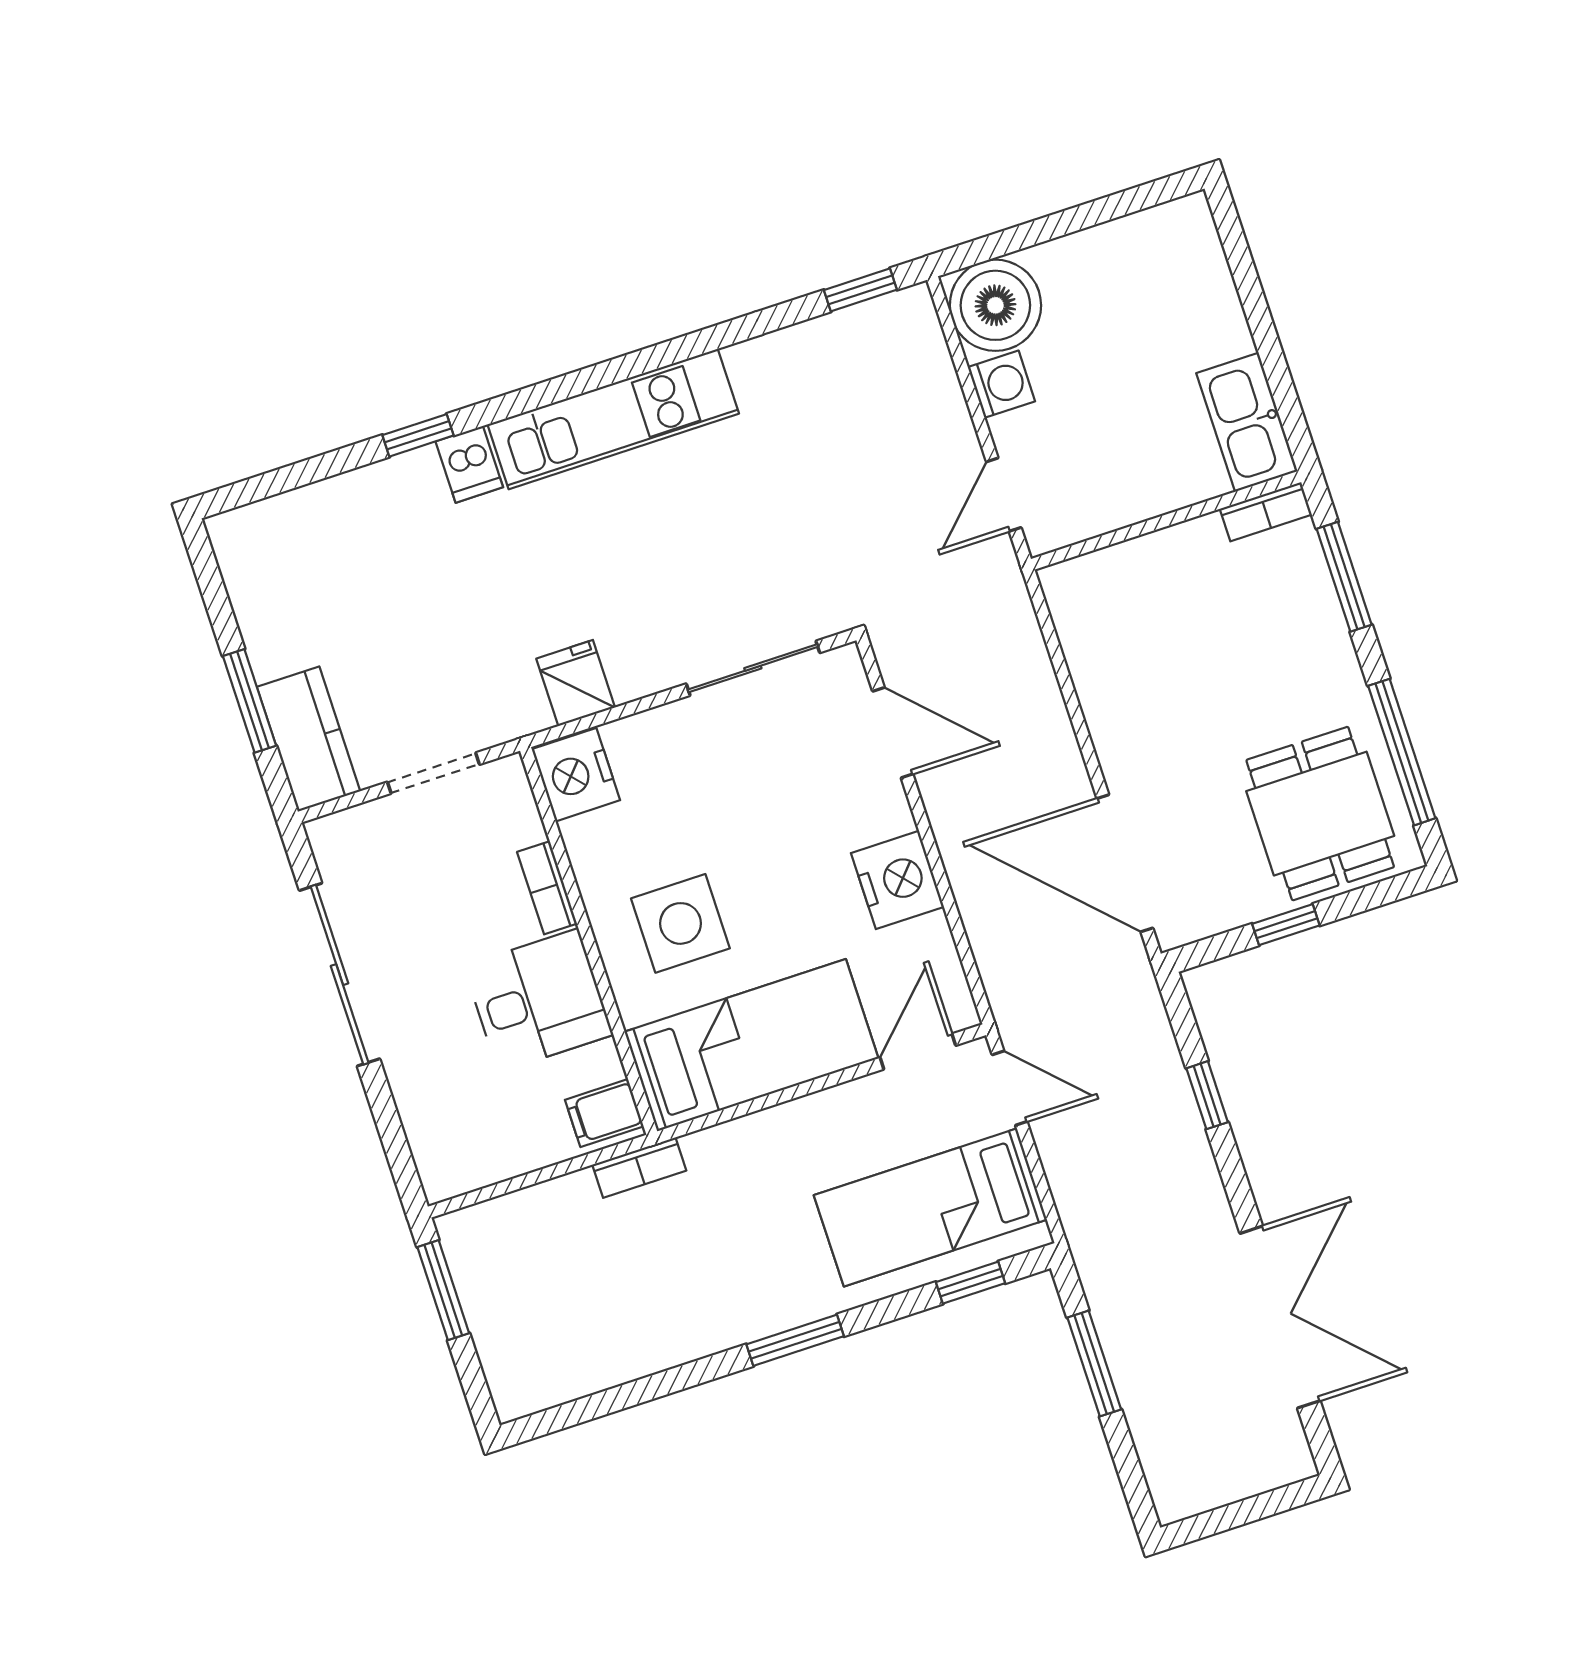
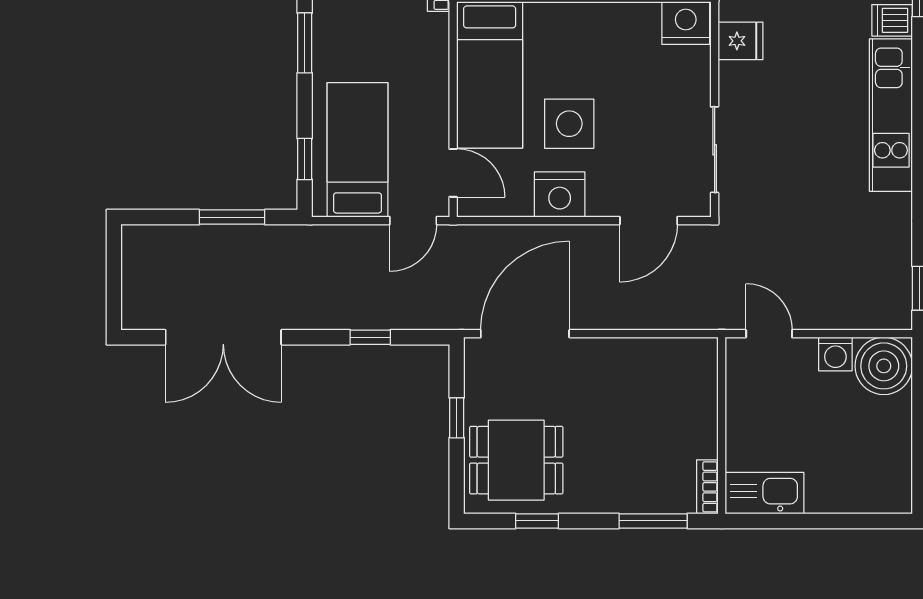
window: (1402, 752) -> (537, 521), width x0.46
side table: (680, 923) -> (569, 124), moved

